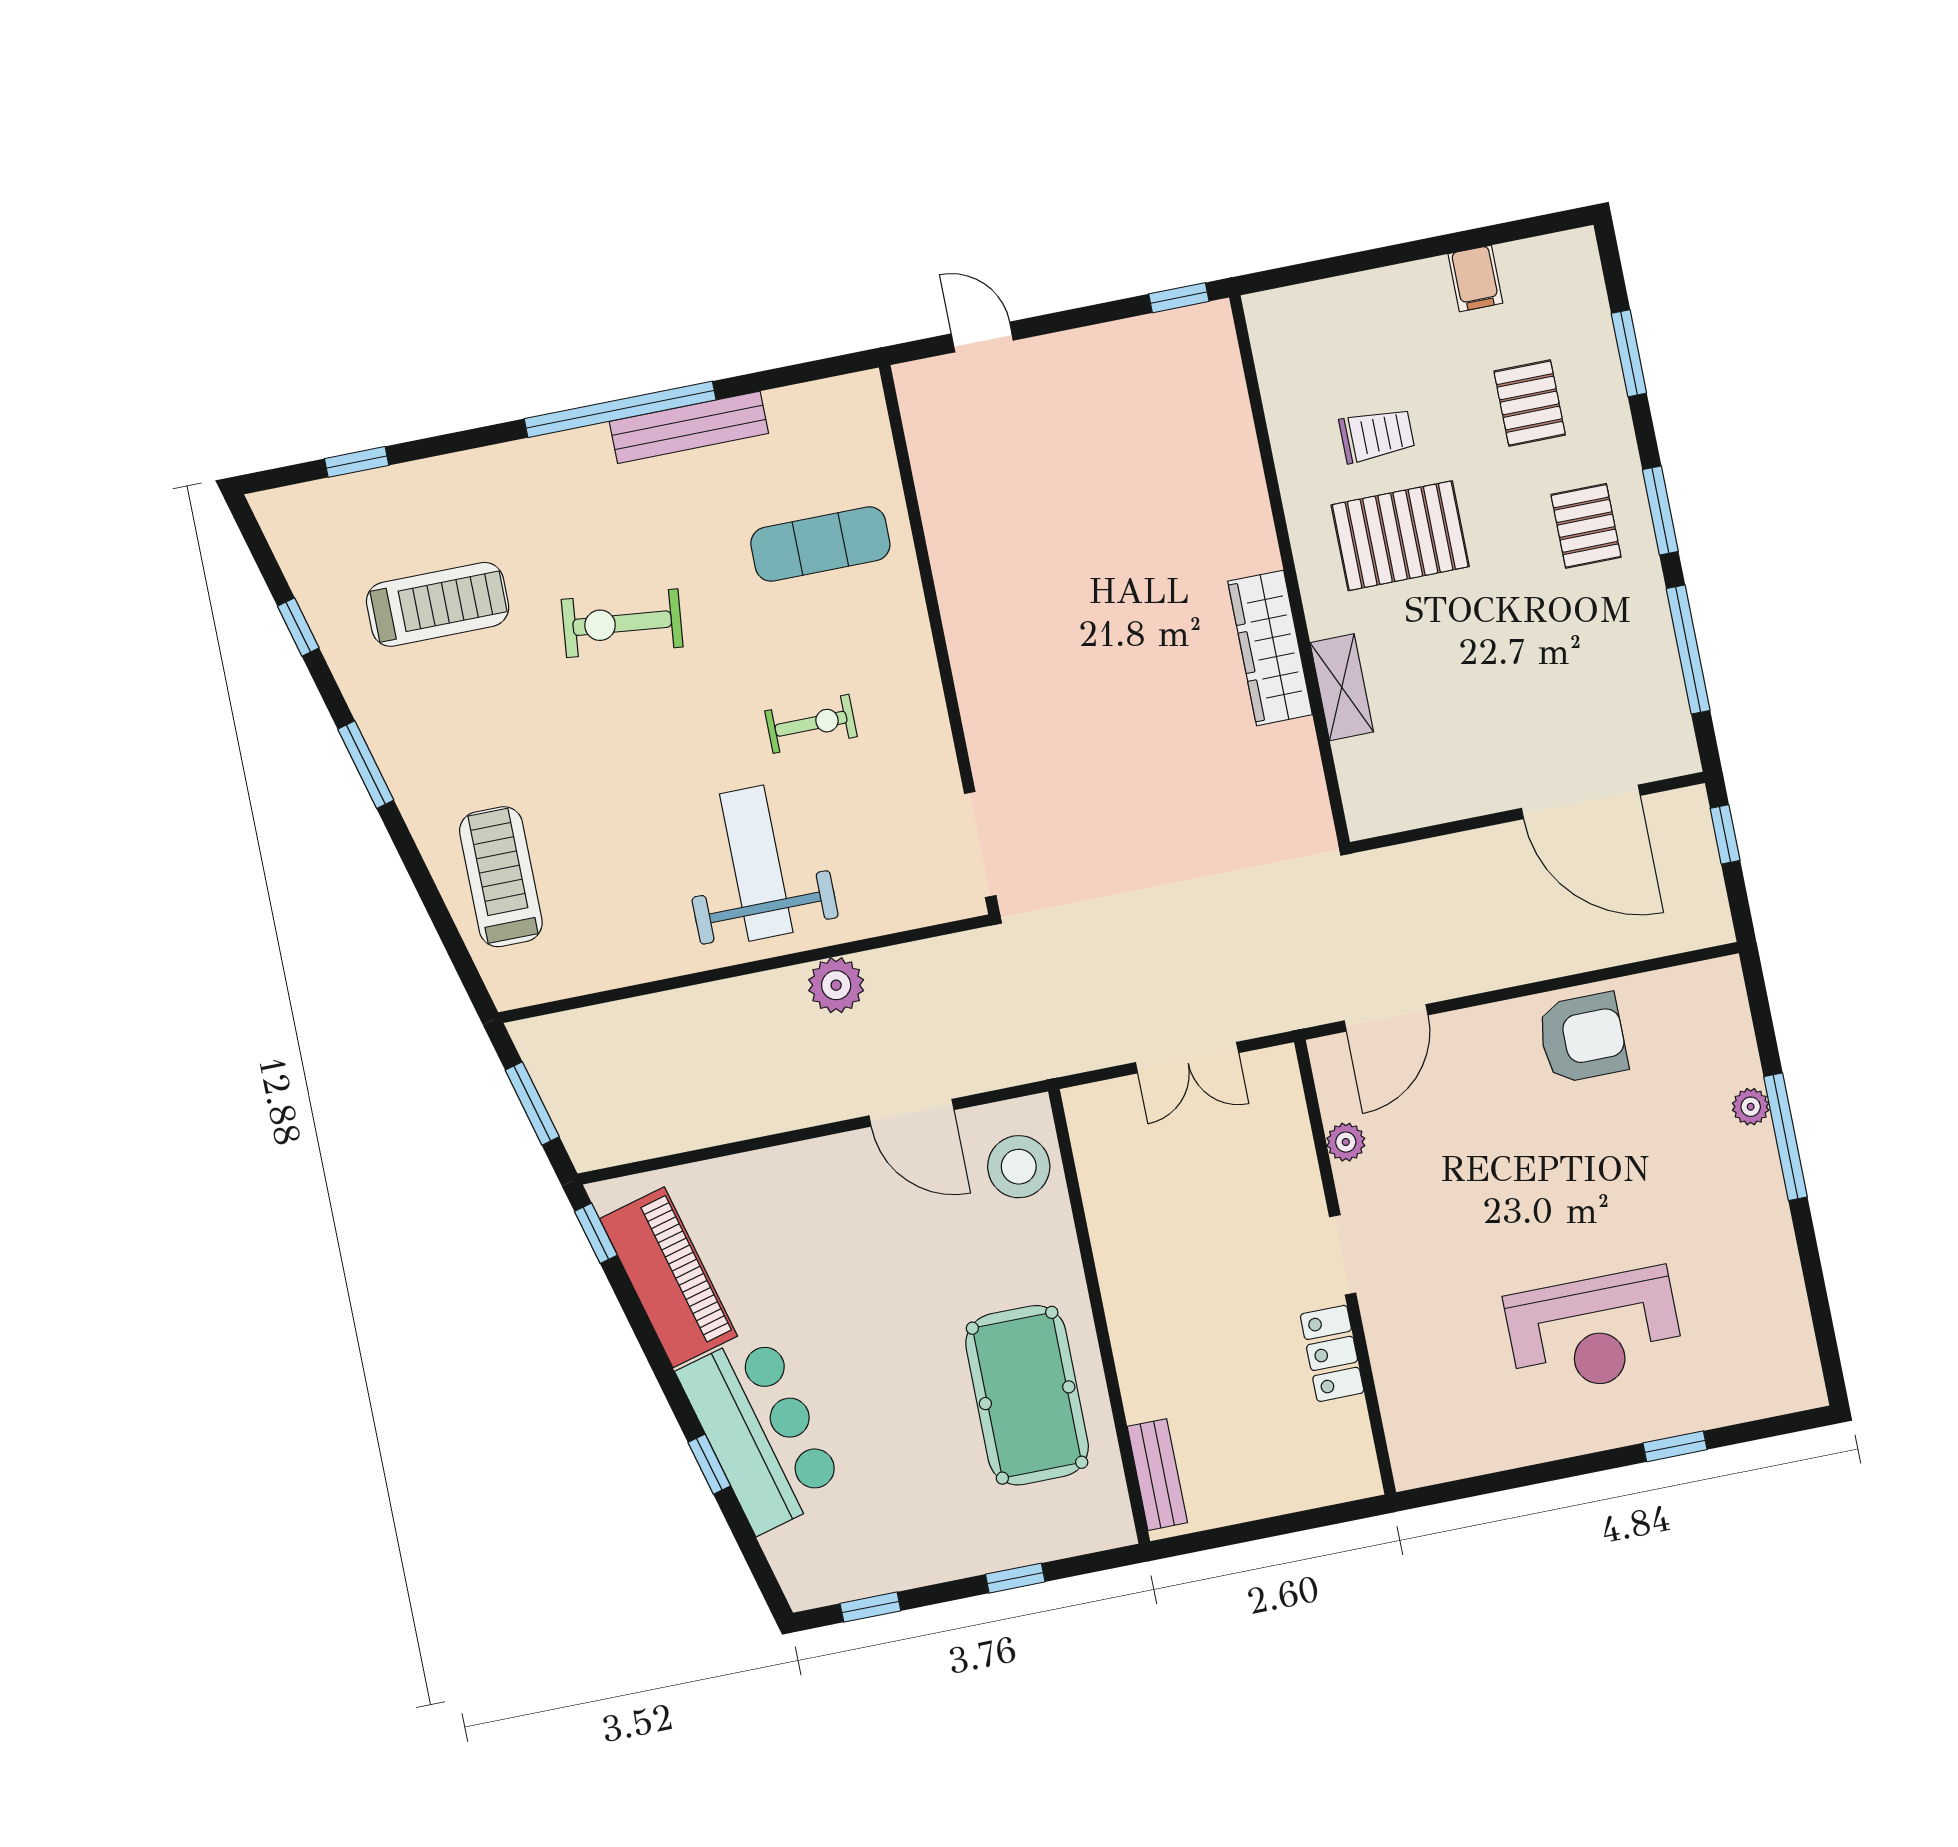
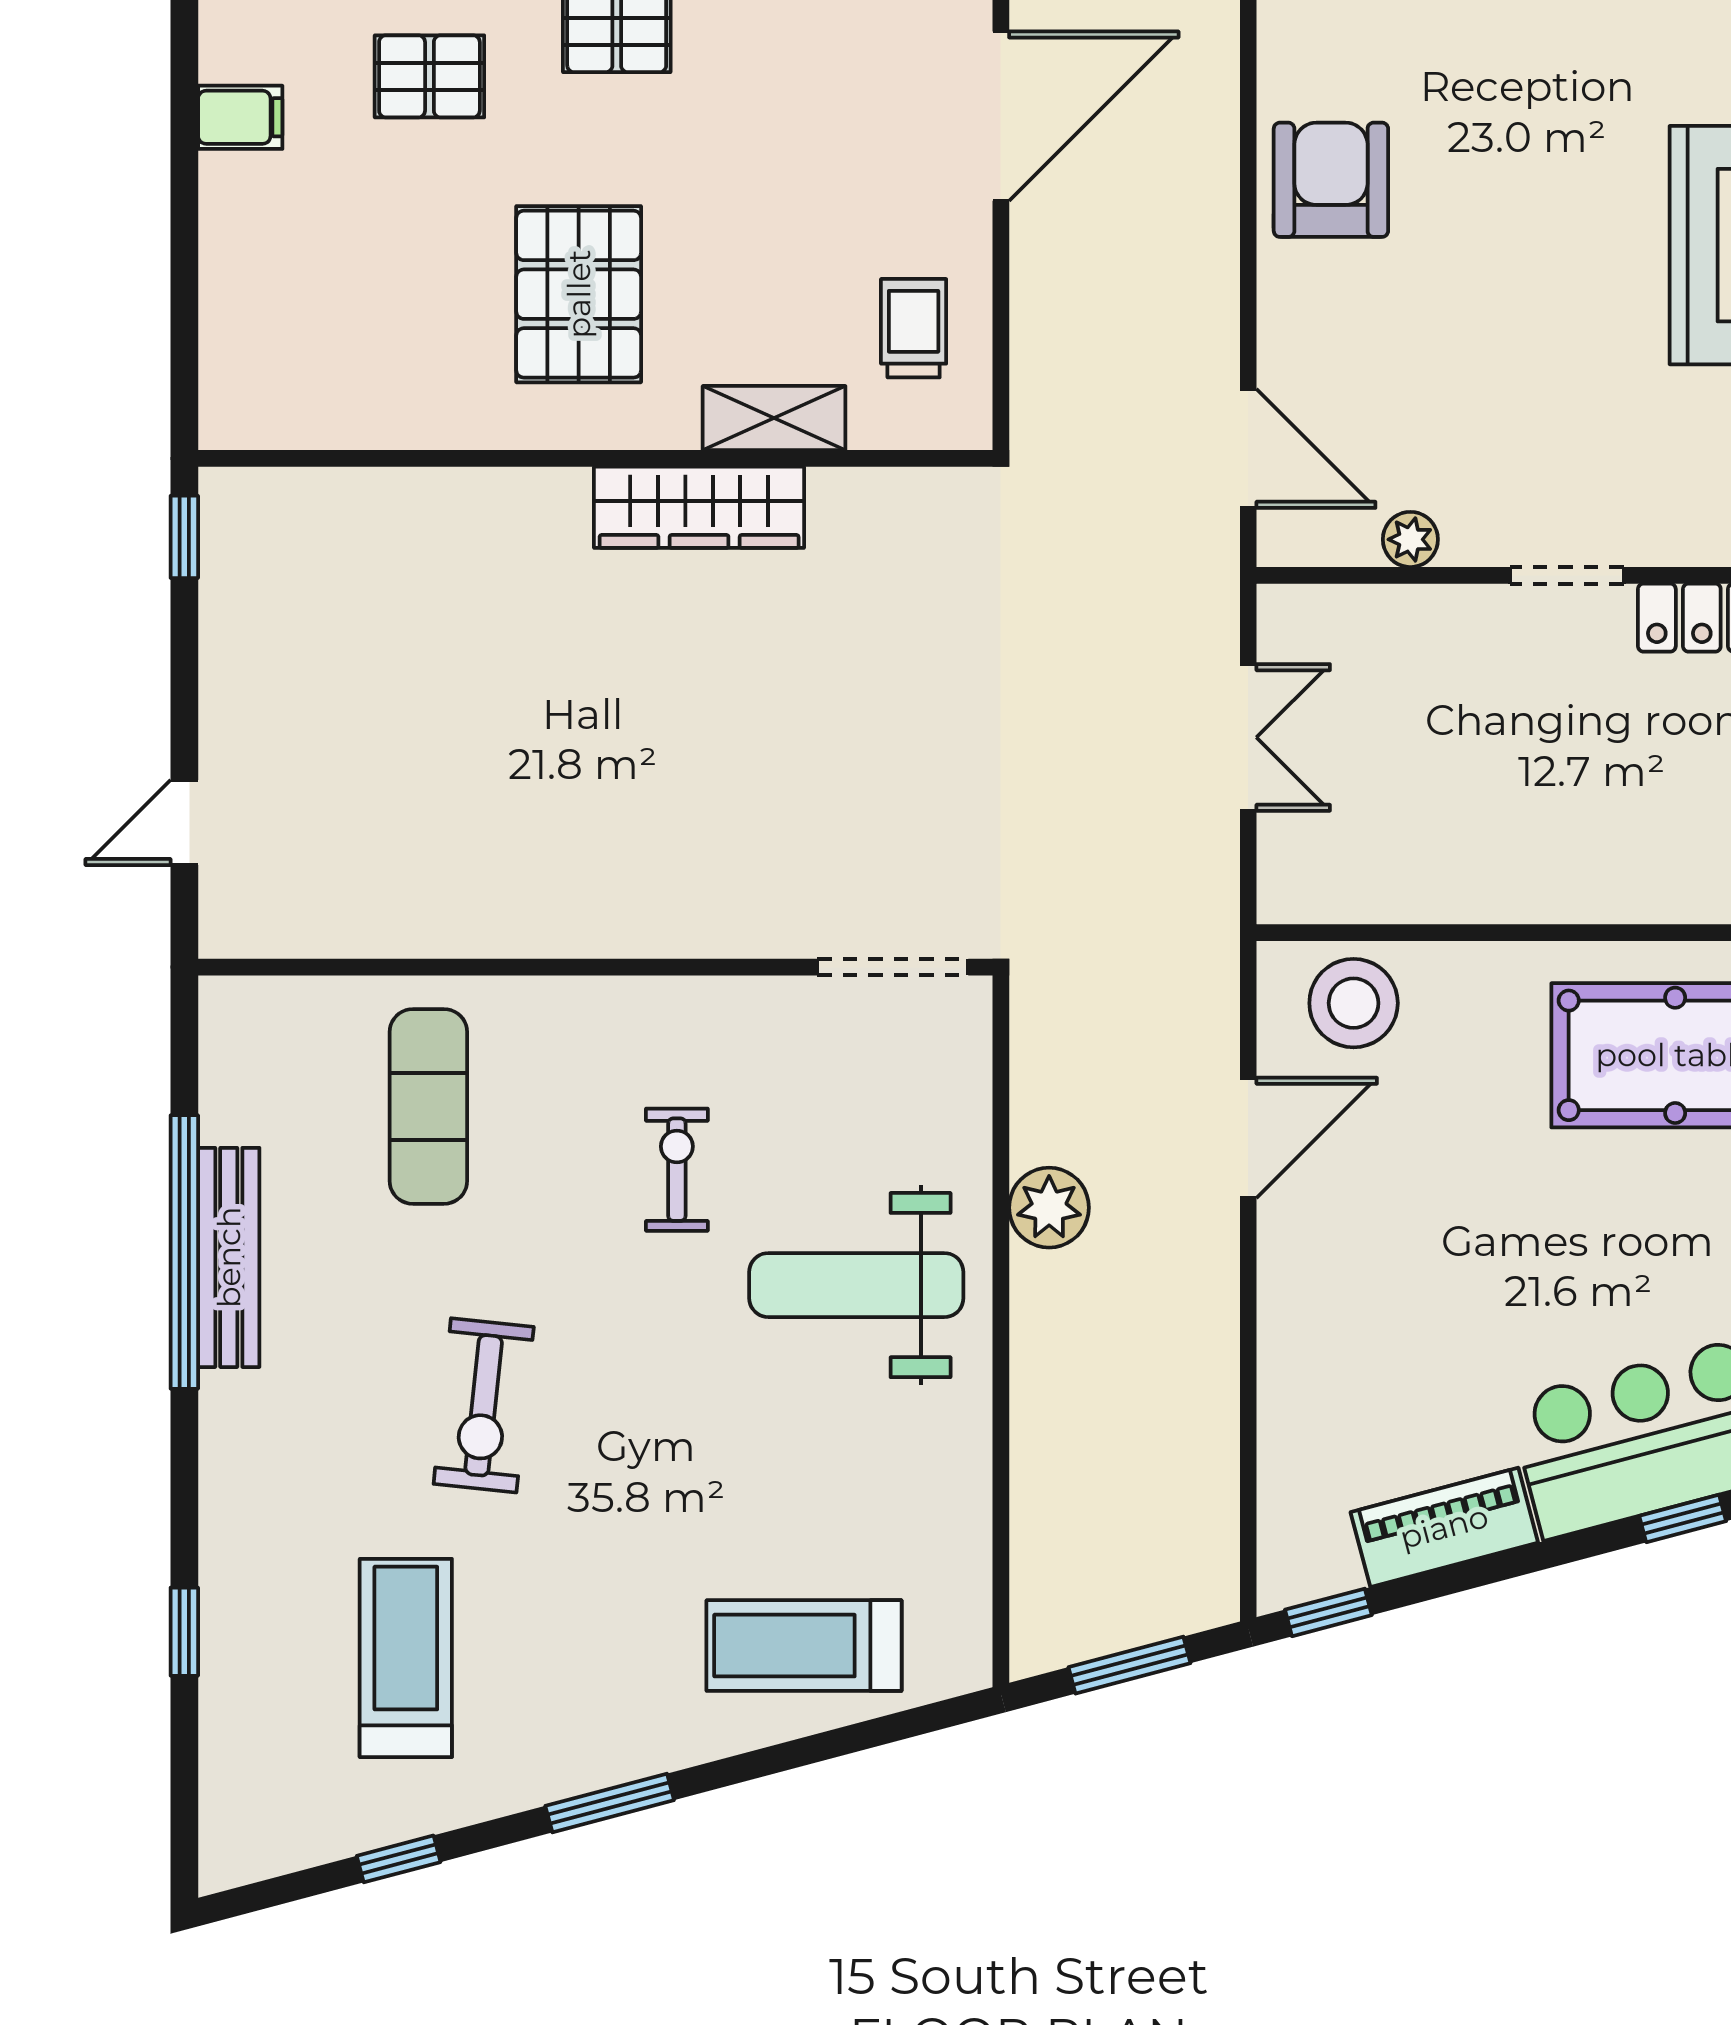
window: (620, 409) -> (184, 1252), moved
trolley: (1377, 435) -> (914, 328), moved
window: (357, 462) -> (184, 1632), moved
piano: (669, 1277) -> (1444, 1527), width x0.73, depth x0.75

